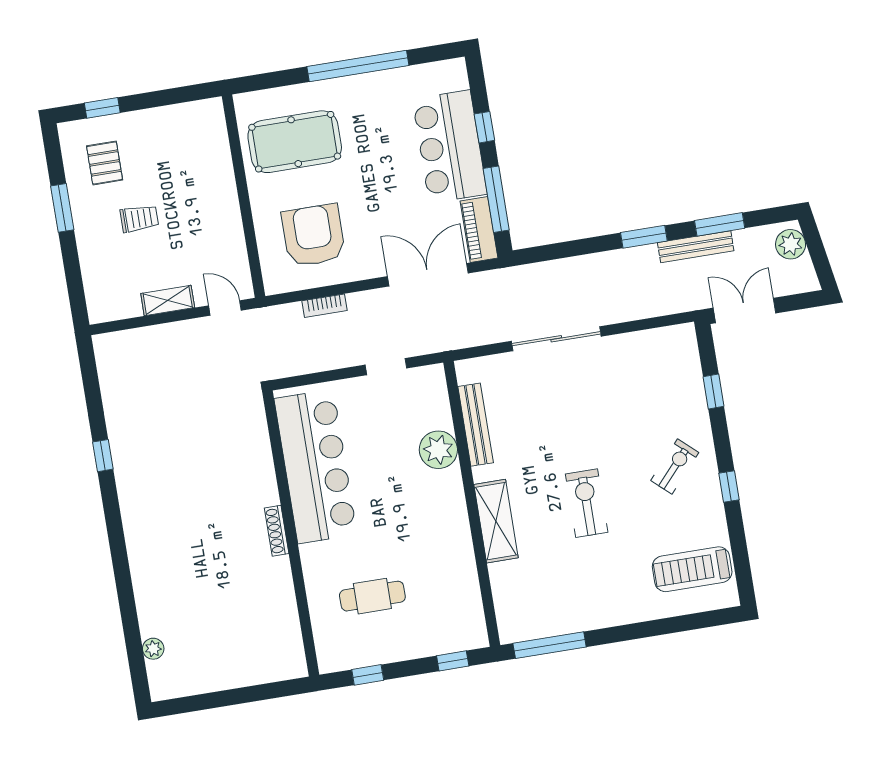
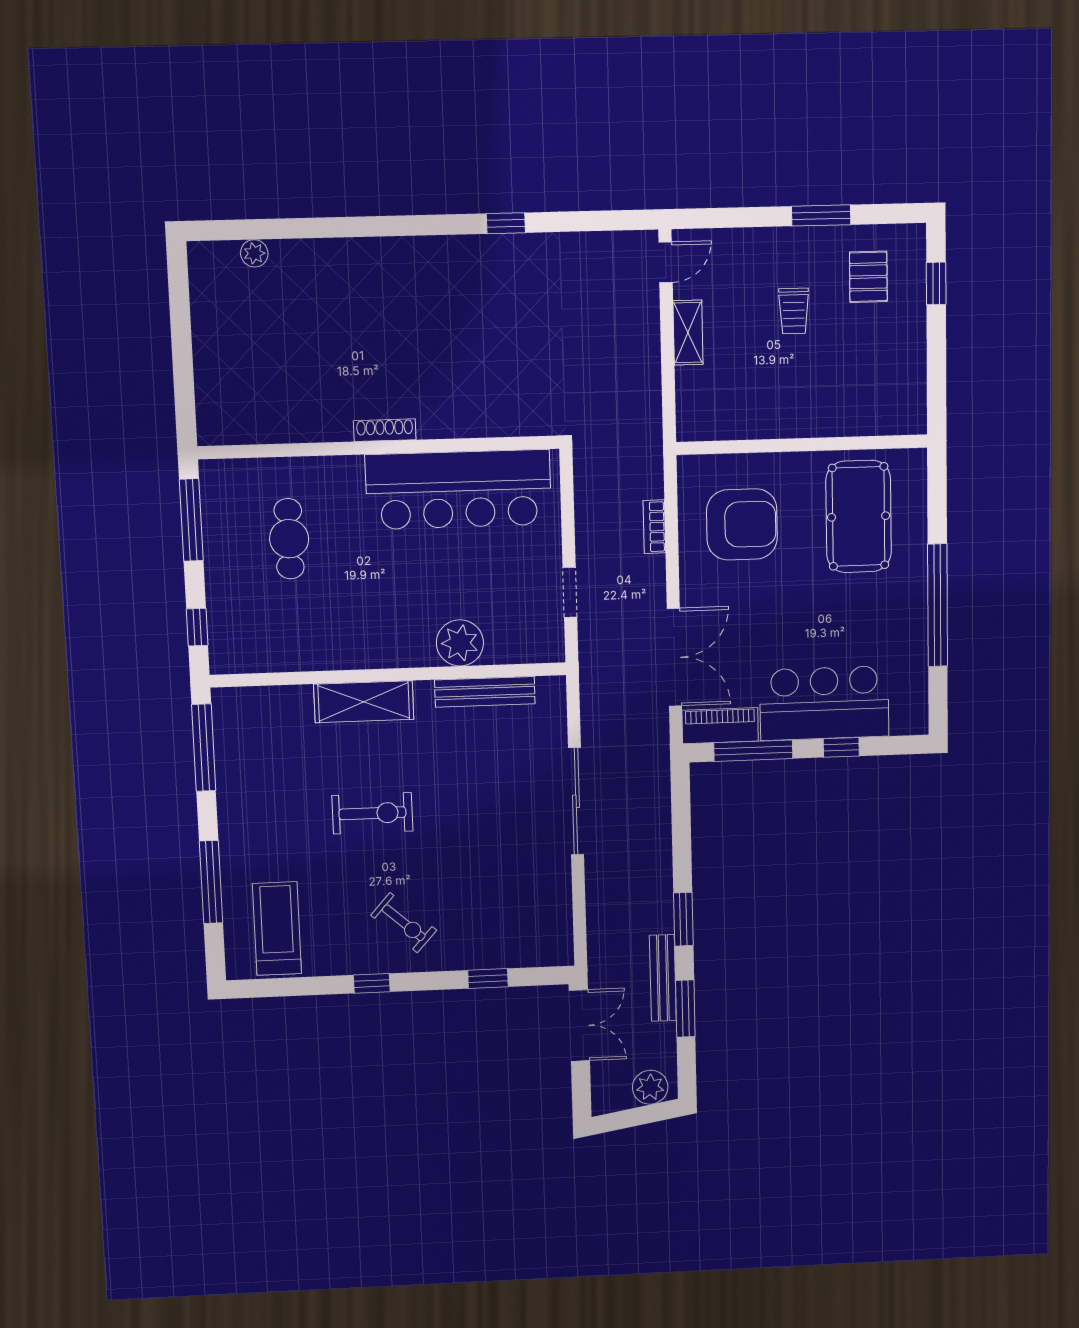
pallet: (105, 163) -> (868, 277), turned 90
door: (225, 308) -> (666, 262), moved
window: (660, 627) -> (211, 882), added
window: (368, 675) -> (191, 520), width x2.17

